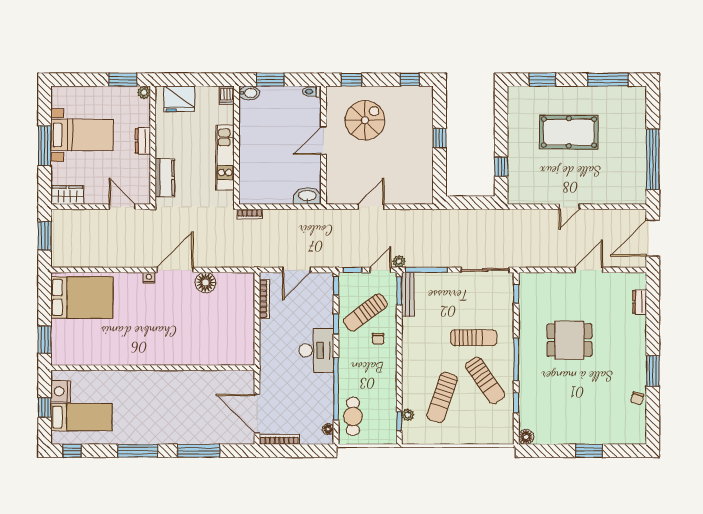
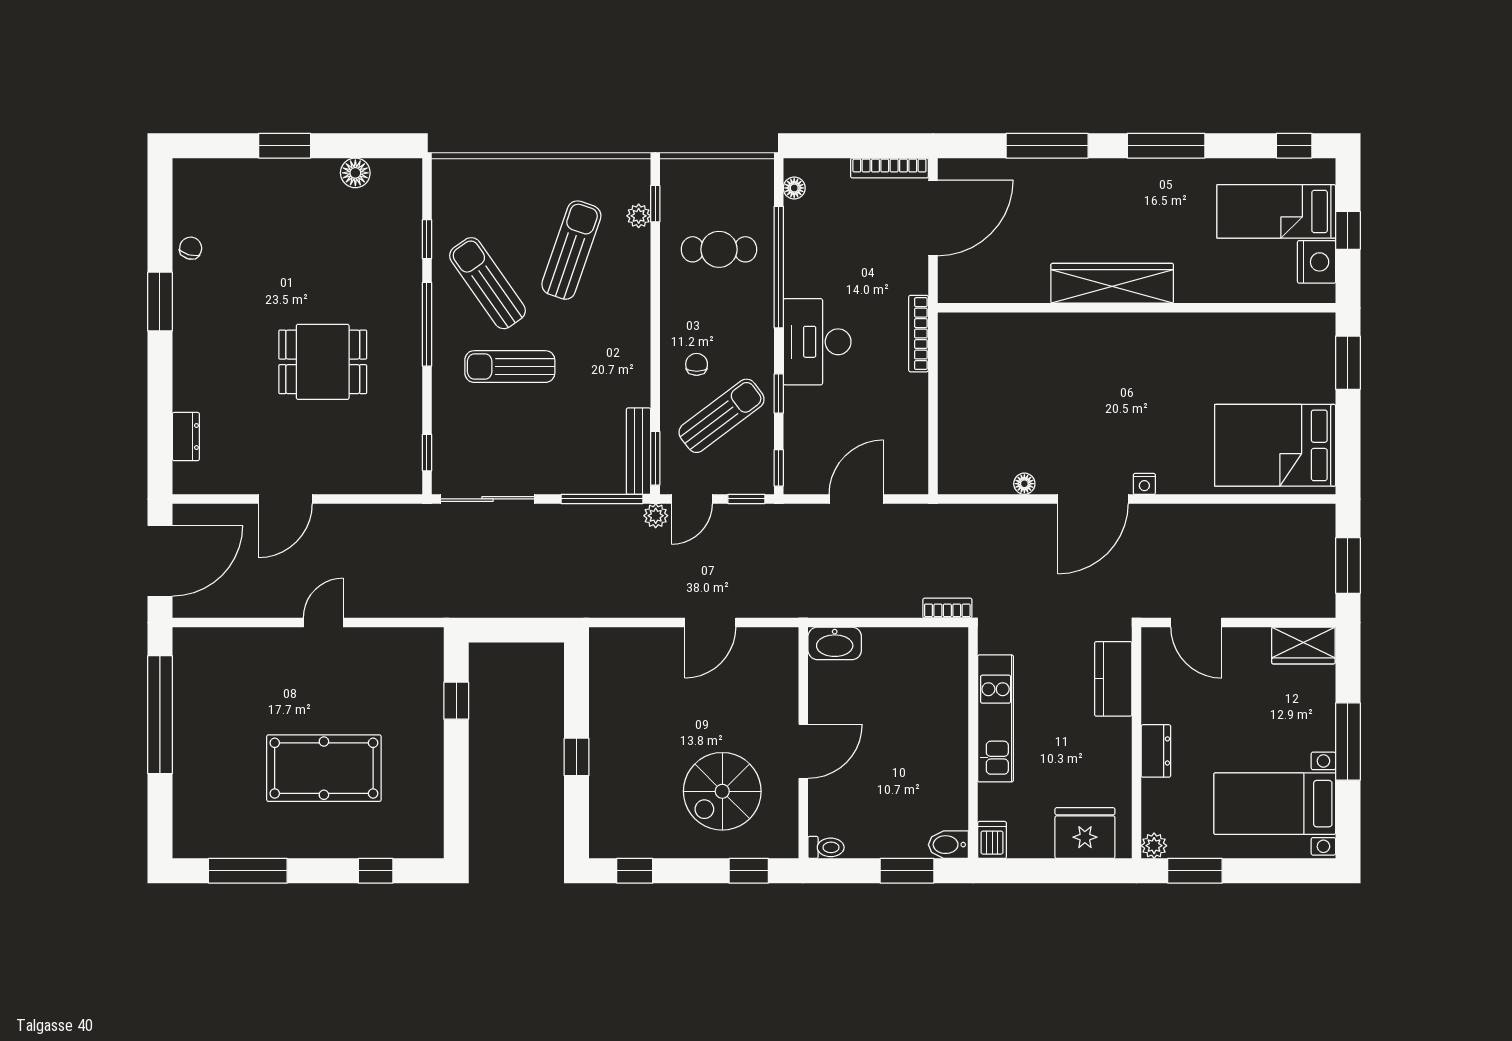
window: (542, 80) -> (376, 871), width x0.67
bed with nightstands: (82, 135) -> (1275, 804), moved
floor lamp: (205, 283) -> (1024, 484), width x0.53, depth x0.53
bookcase: (264, 299) -> (919, 334), moved
wardrobe: (165, 380) -> (1112, 283), added
door: (257, 414) -> (933, 218), hinge flipped
cafe table: (353, 416) -> (719, 249), moved, turned 90
floor lamp: (526, 437) -> (355, 173), moved

